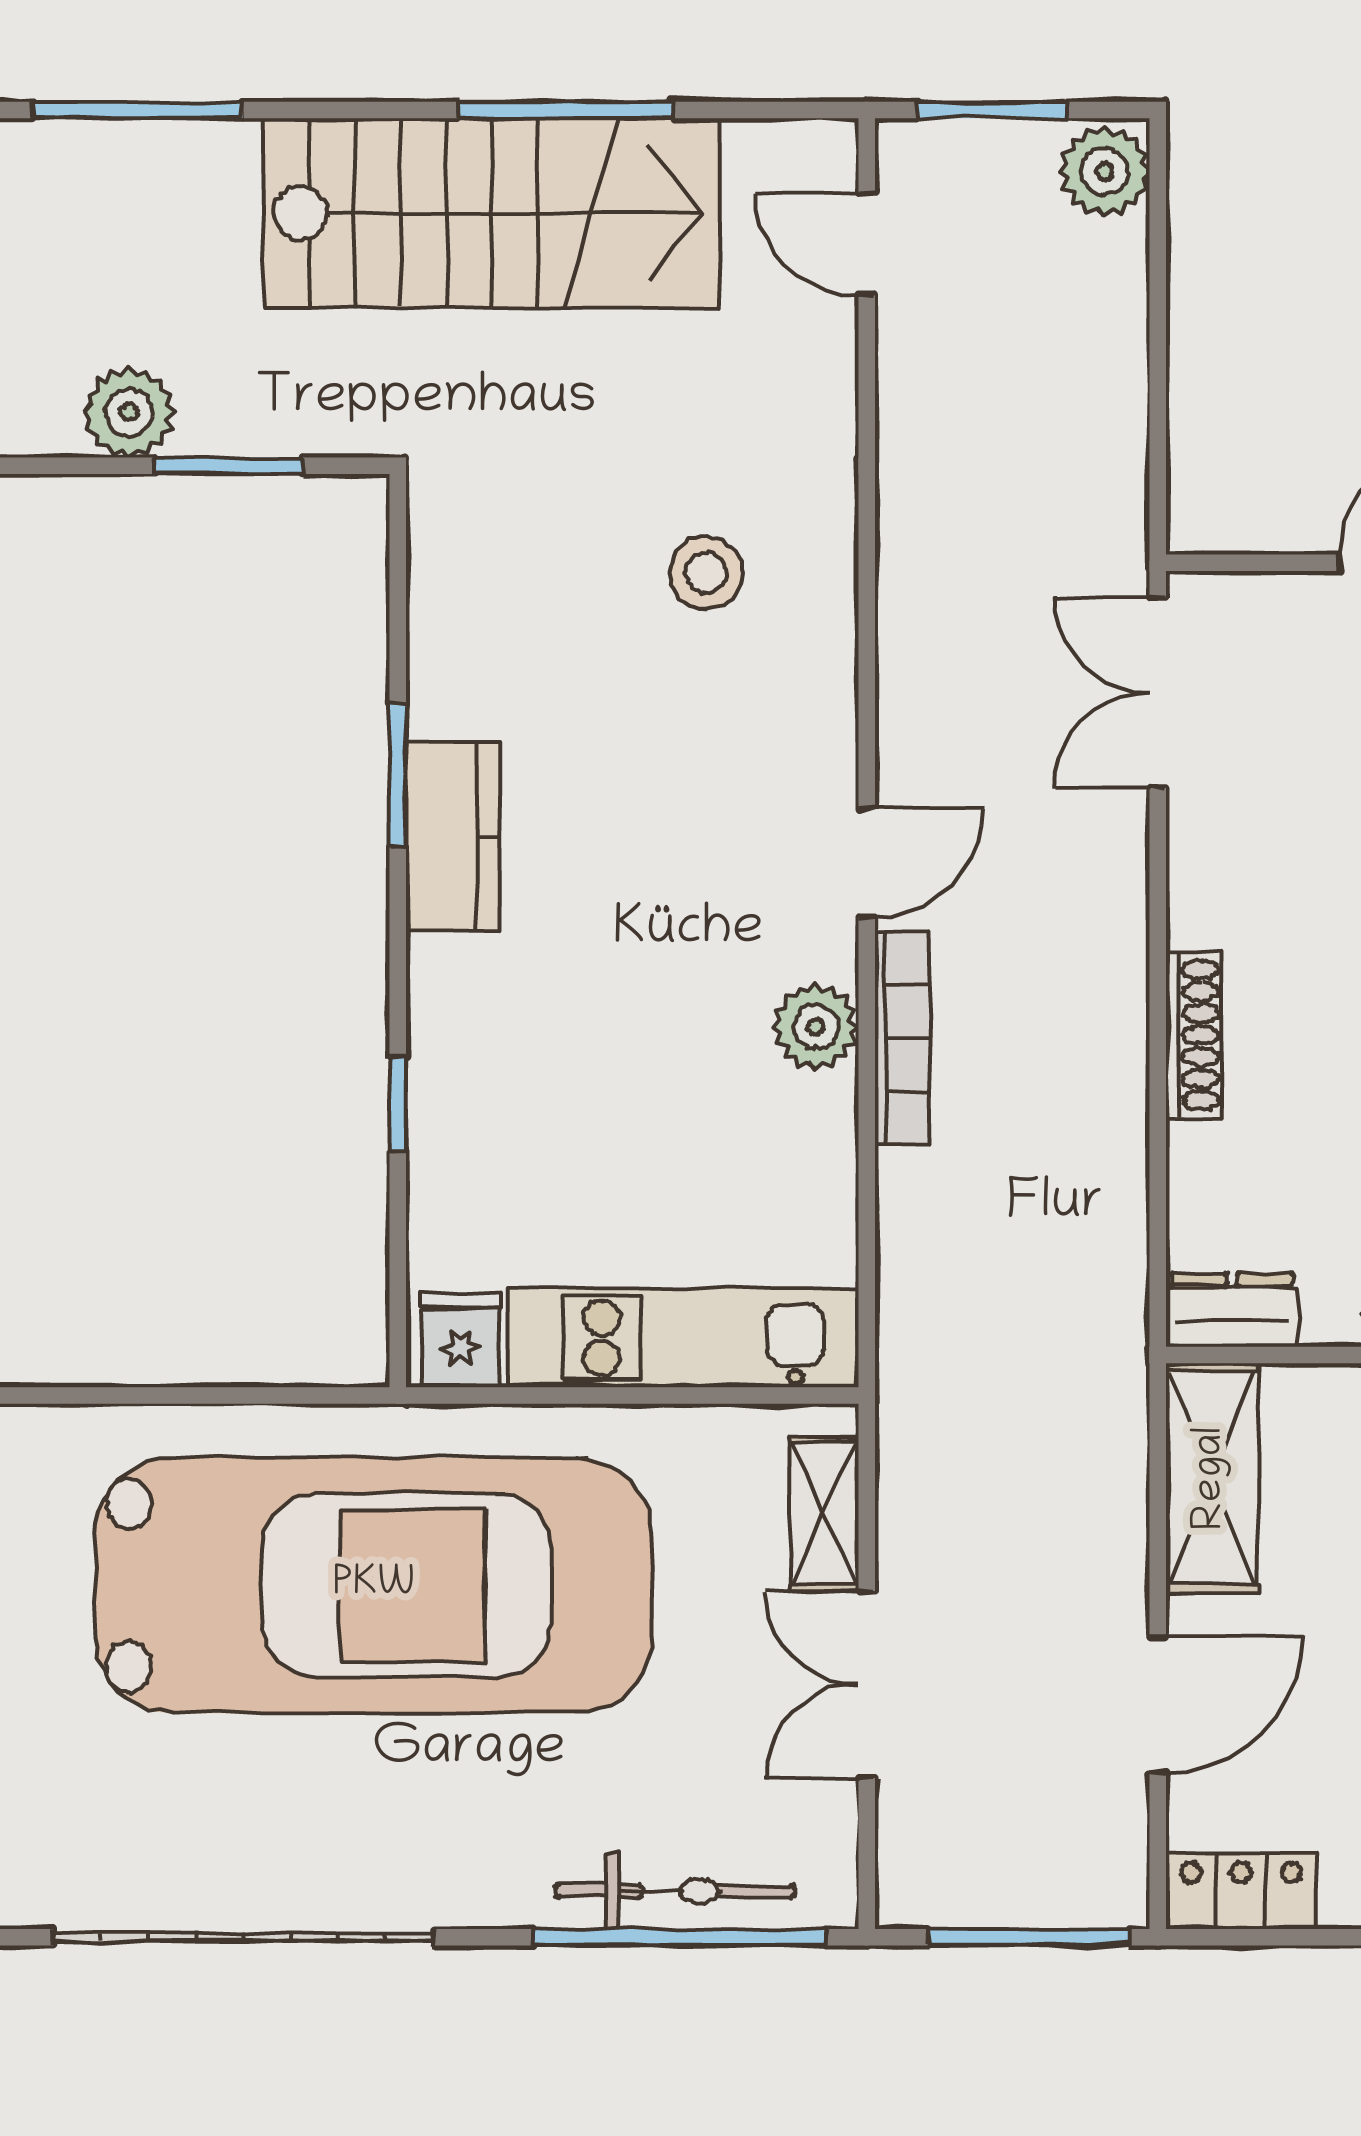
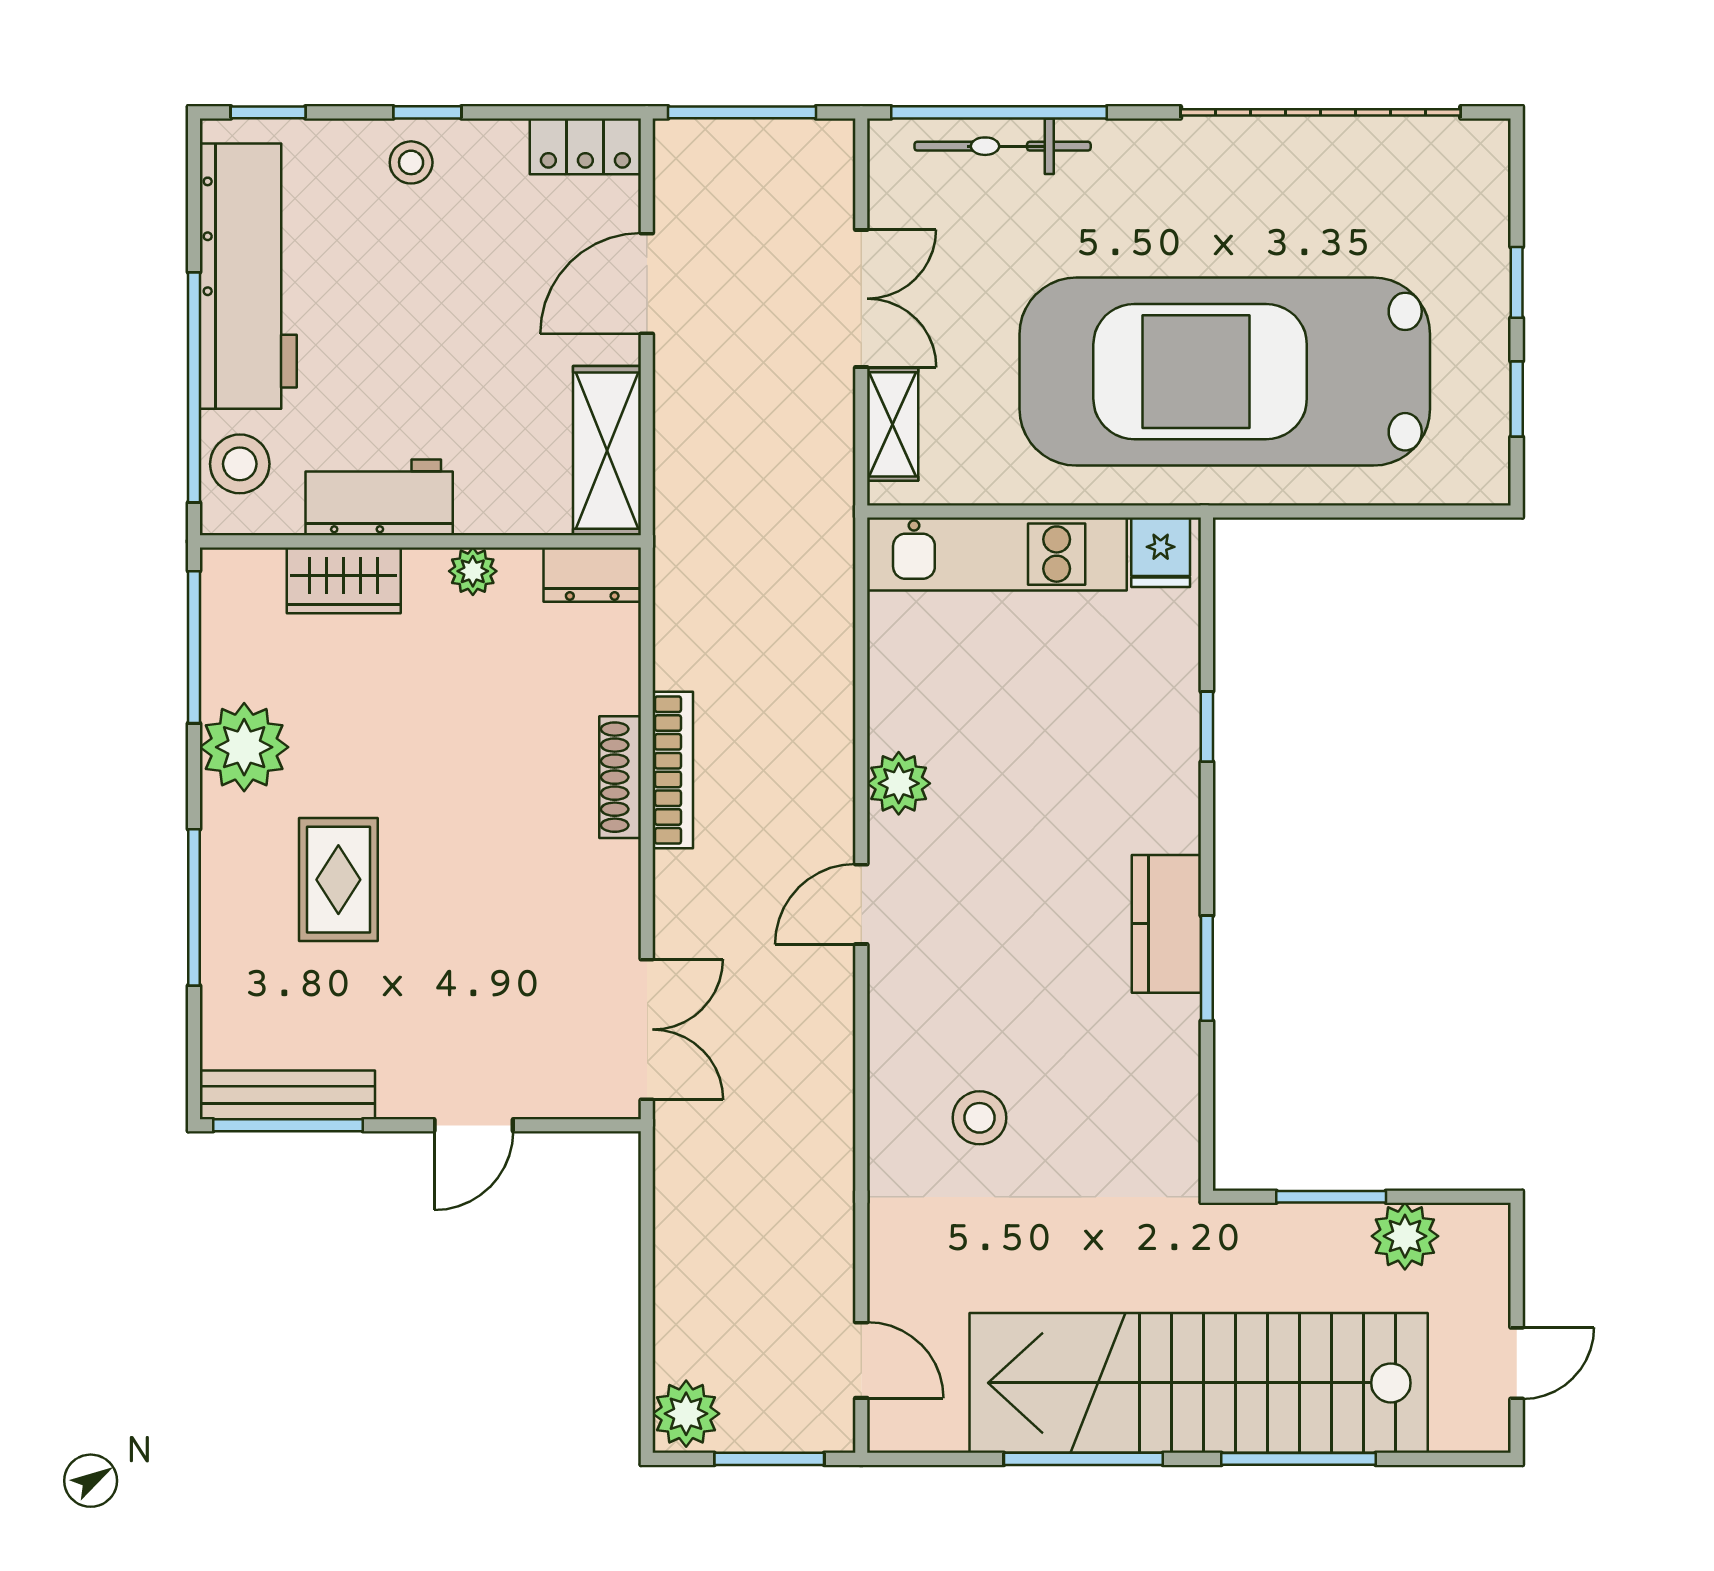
window: (138, 110) -> (1298, 1459), moved
stairs: (492, 213) -> (1199, 1383), width x1.36
bookcase: (902, 1038) -> (673, 770), moved, turned 180

